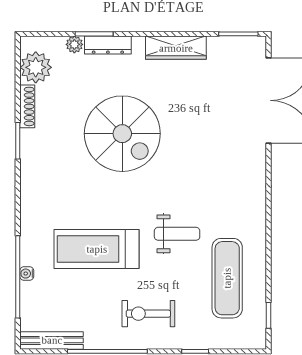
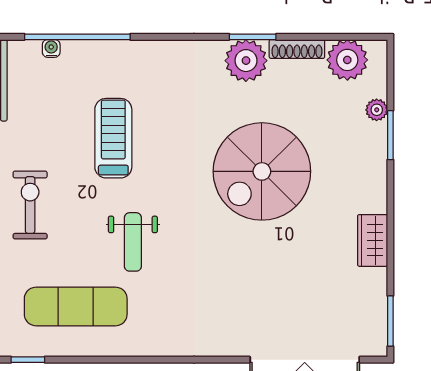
dresser: (108, 45) -> (376, 153), removed
wardrobe: (176, 48) -> (373, 240), width x0.67
plant: (36, 146) -> (246, 61), added
treadmill: (97, 249) -> (113, 138), width x0.73, depth x0.73
water cooler: (27, 274) -> (51, 48), moved

